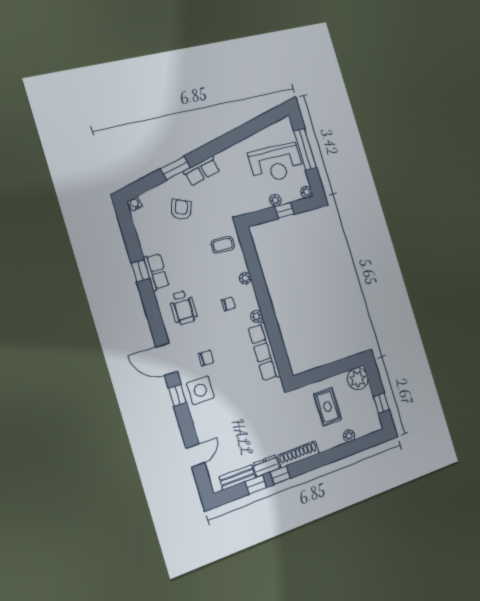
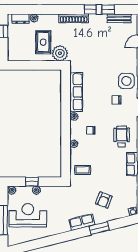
plant: (358, 379) -> (60, 53), moved
dresser: (266, 466) -> (20, 19), moved

